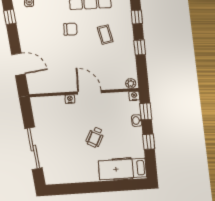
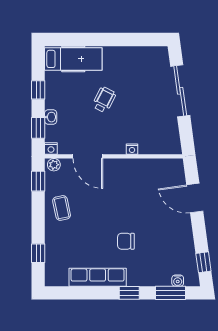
coffee table: (105, 34) -> (62, 208), moved
window: (140, 47) -> (38, 181), moved
door: (89, 92) -> (88, 156), moved

